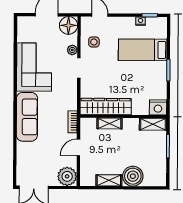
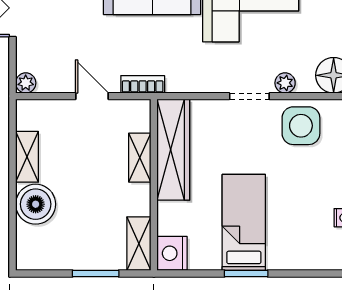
side table: (94, 42) -> (301, 126), width x1.87, depth x1.87
bed: (143, 50) -> (244, 222), moved
plant: (67, 176) -> (26, 83), width x0.53, depth x0.53

